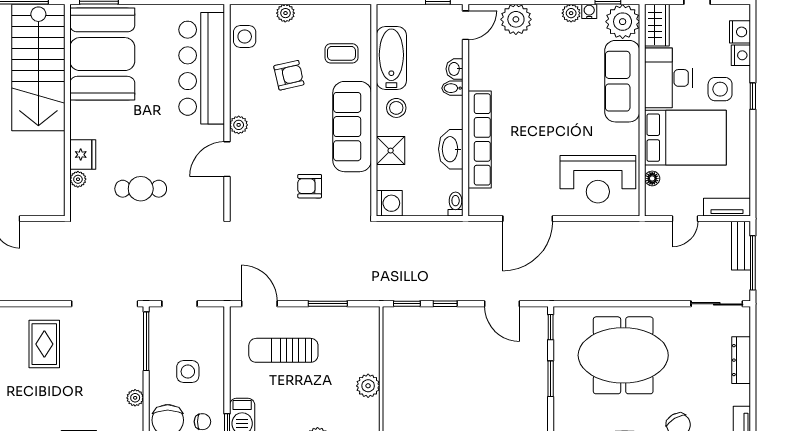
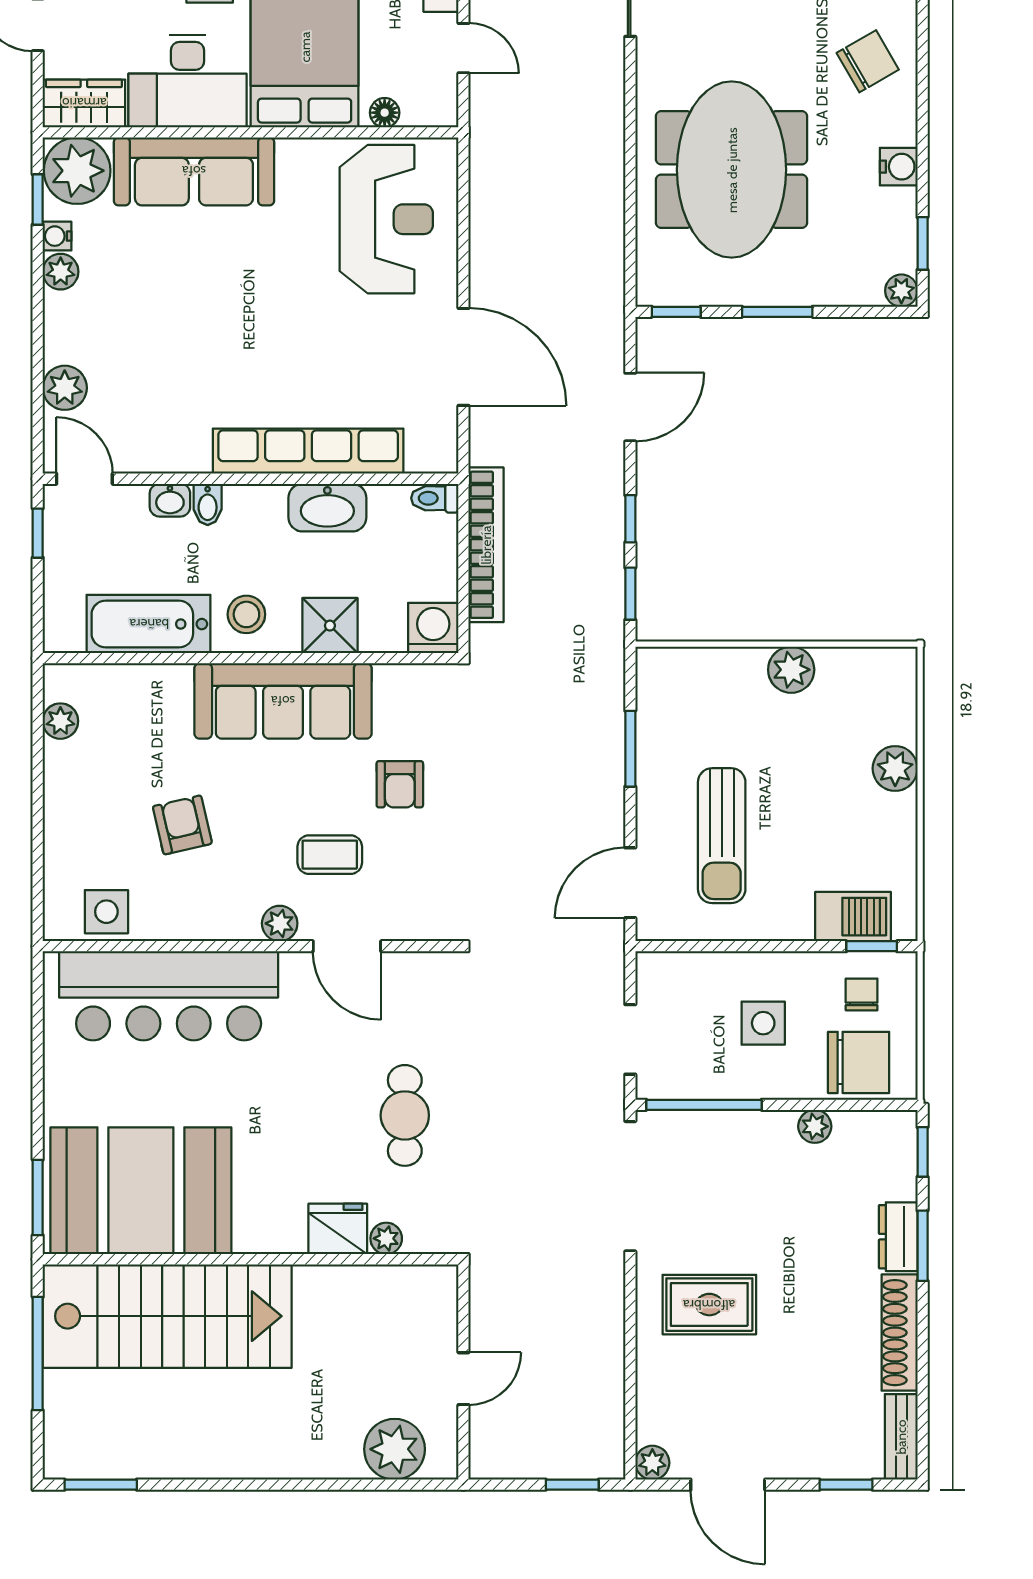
plant: (285, 13) -> (60, 721), moved
plant: (516, 19) -> (65, 388), width x0.73, depth x0.73
coffee table: (341, 53) -> (330, 855), moved, turned 90
bookcase: (432, 230) -> (486, 545), added

